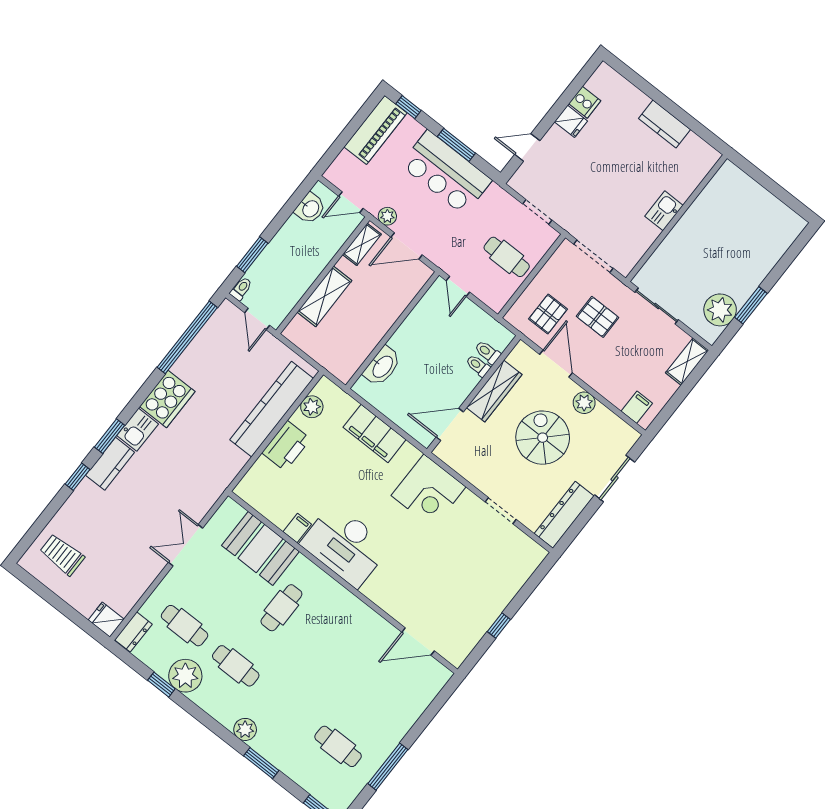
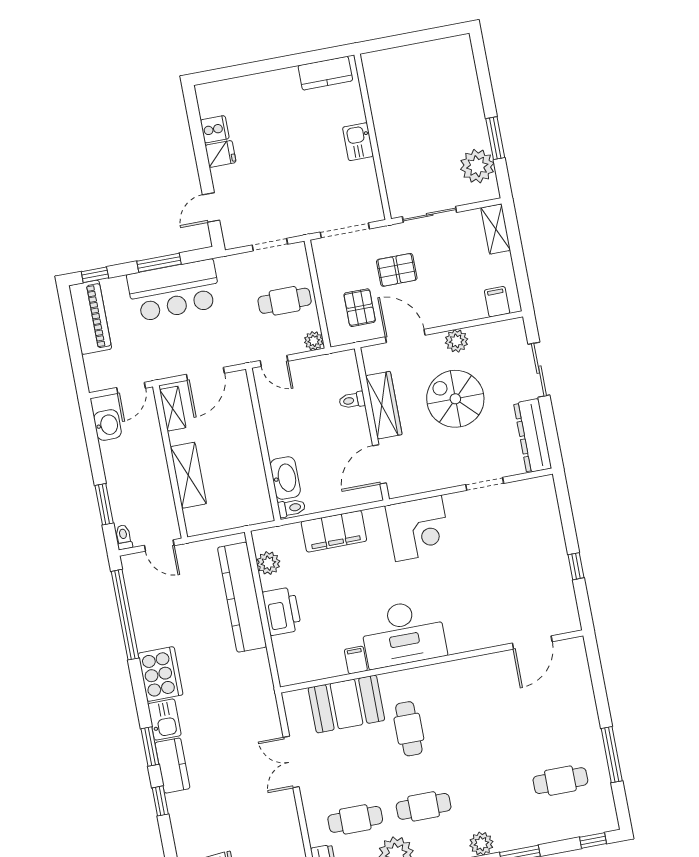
kitchen counter: (665, 124) -> (325, 73), moved
plant: (387, 216) -> (314, 341), moved
toilet: (488, 352) -> (291, 508), moved, turned 180

